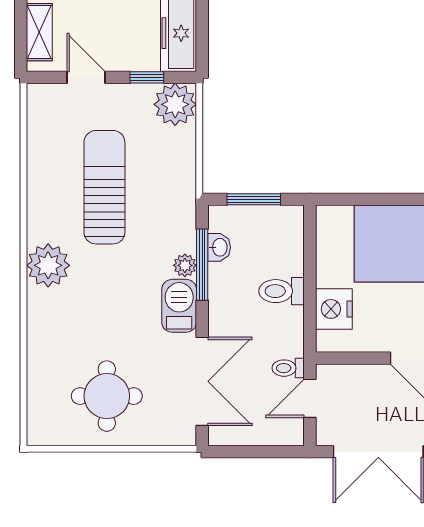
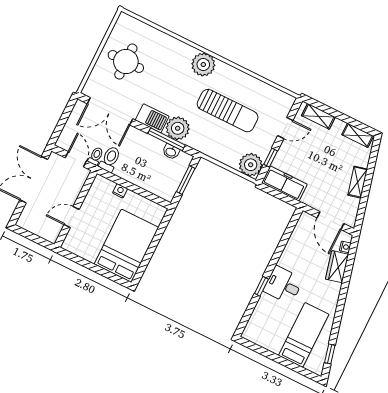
plant: (185, 265) -> (178, 128), width x1.88, depth x1.88
toilet: (282, 291) -> (110, 159), moved
nightstand: (334, 309) -> (120, 191), width x0.53, depth x0.56

